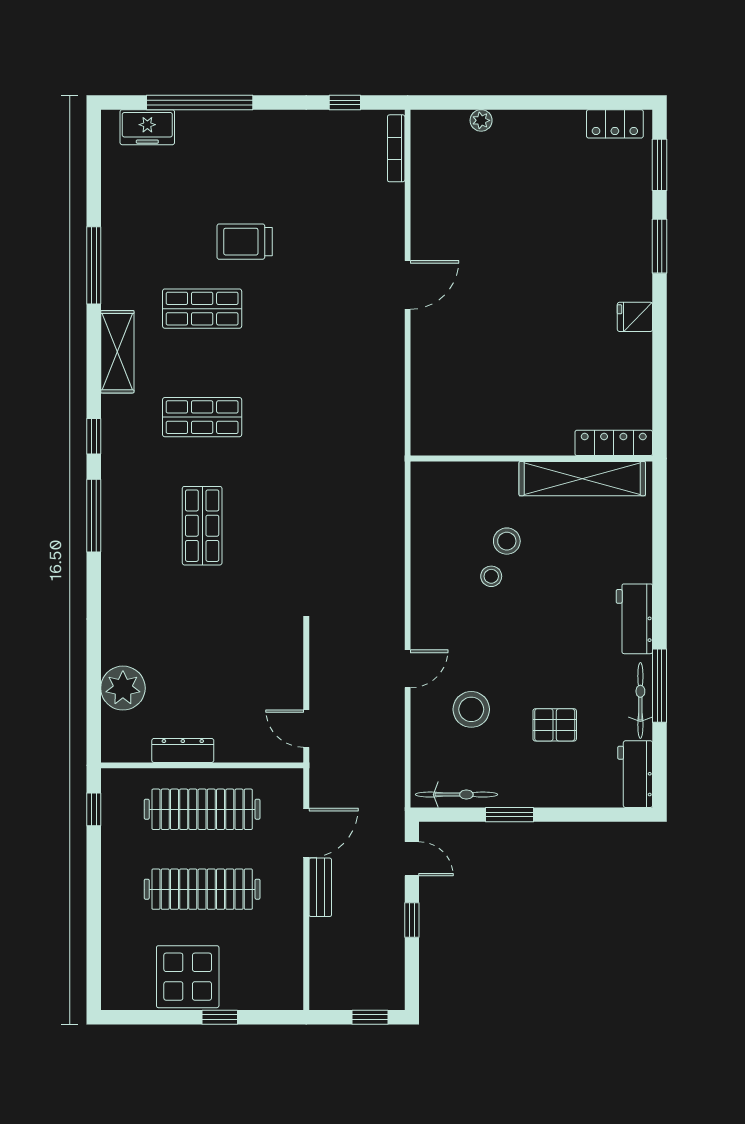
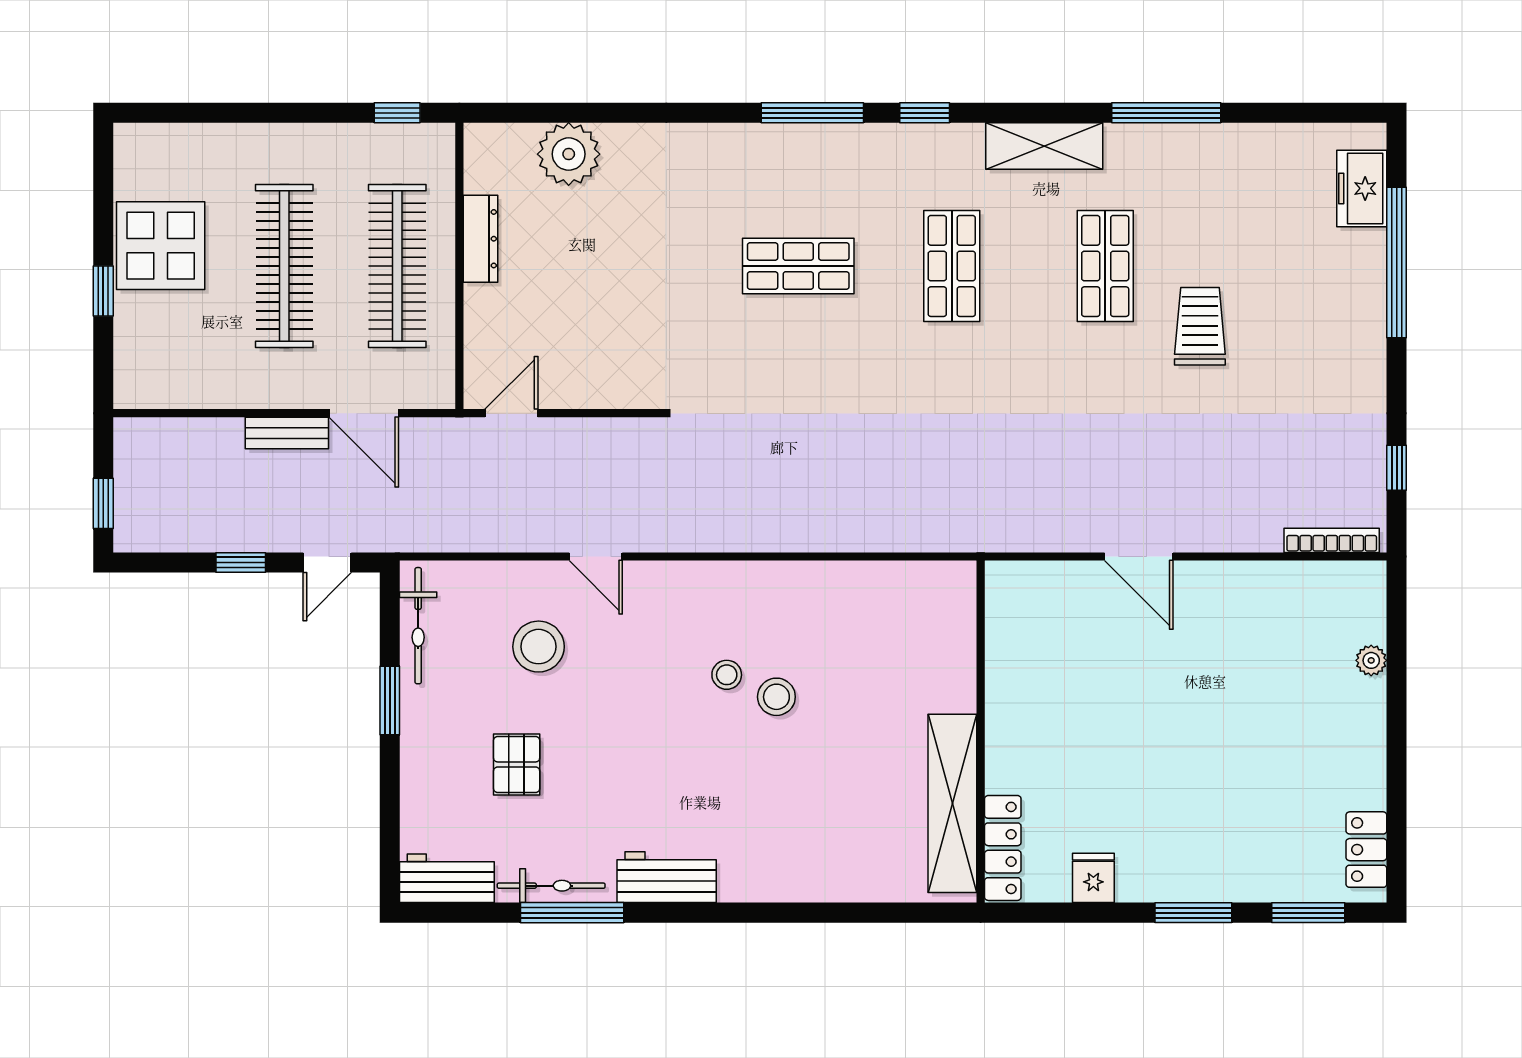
locker: (614, 443) -> (1003, 848), moved
wall: (531, 459) -> (981, 732), moved
shelving: (582, 479) -> (952, 803), moved

